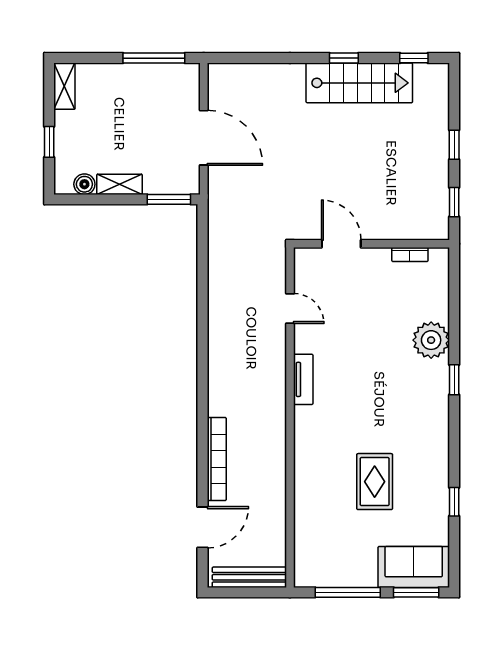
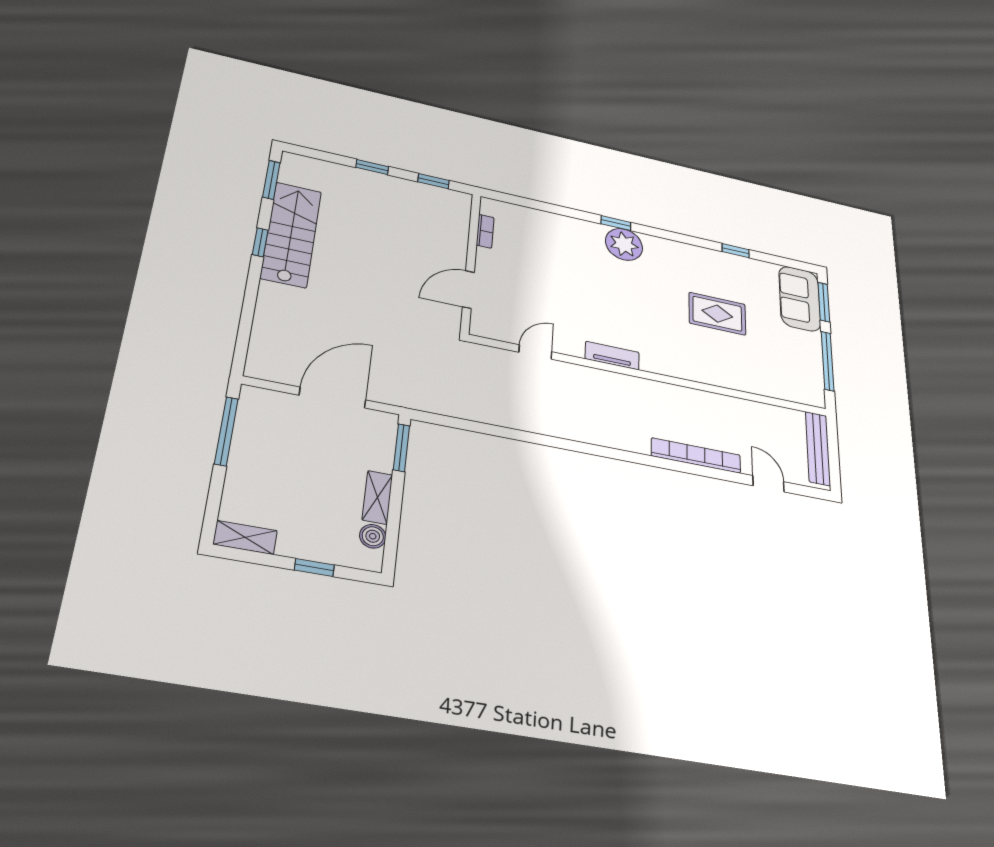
window: (414, 58) -> (271, 180), width x1.50
plant: (431, 340) -> (624, 244), moved
door: (203, 527) -> (768, 484), width x0.73

